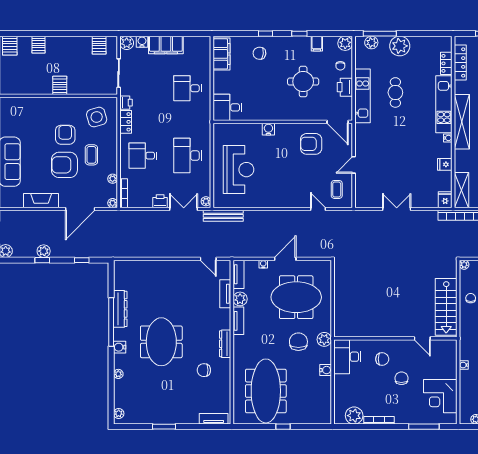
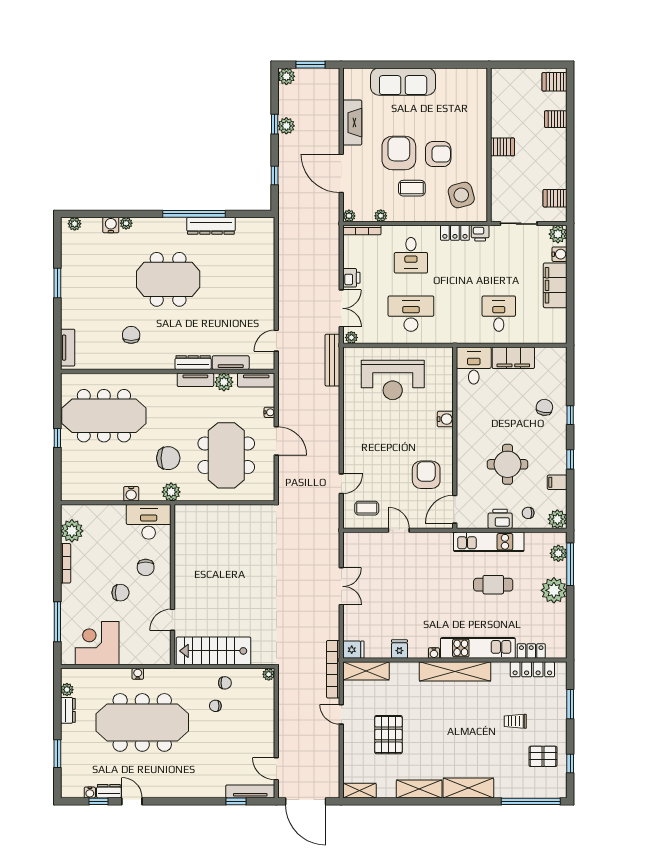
filing cabinet: (221, 54) -> (513, 358), moved
desk: (143, 156) -> (411, 255), turned 180
dresser: (225, 344) -> (193, 363), moved
water cooler: (120, 347) -> (111, 225), moved

